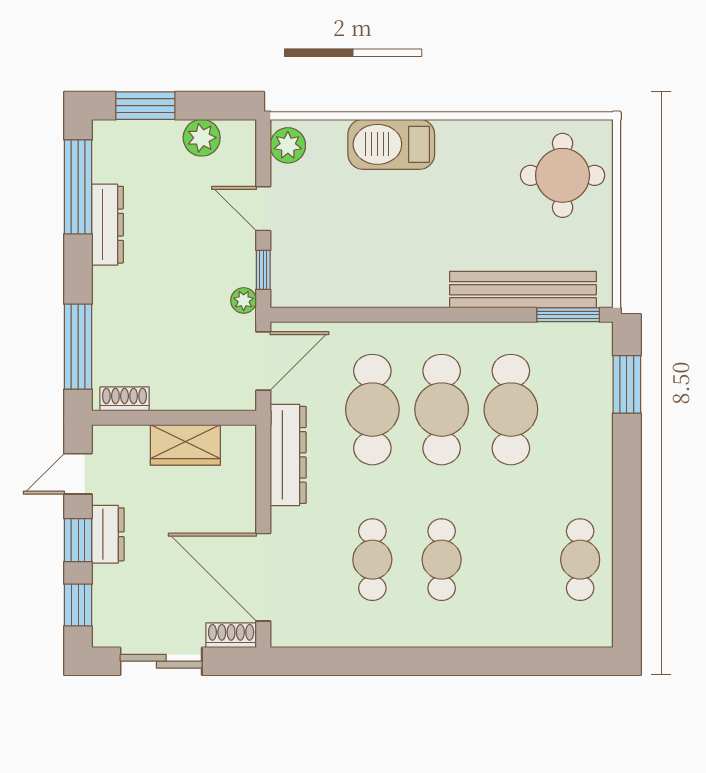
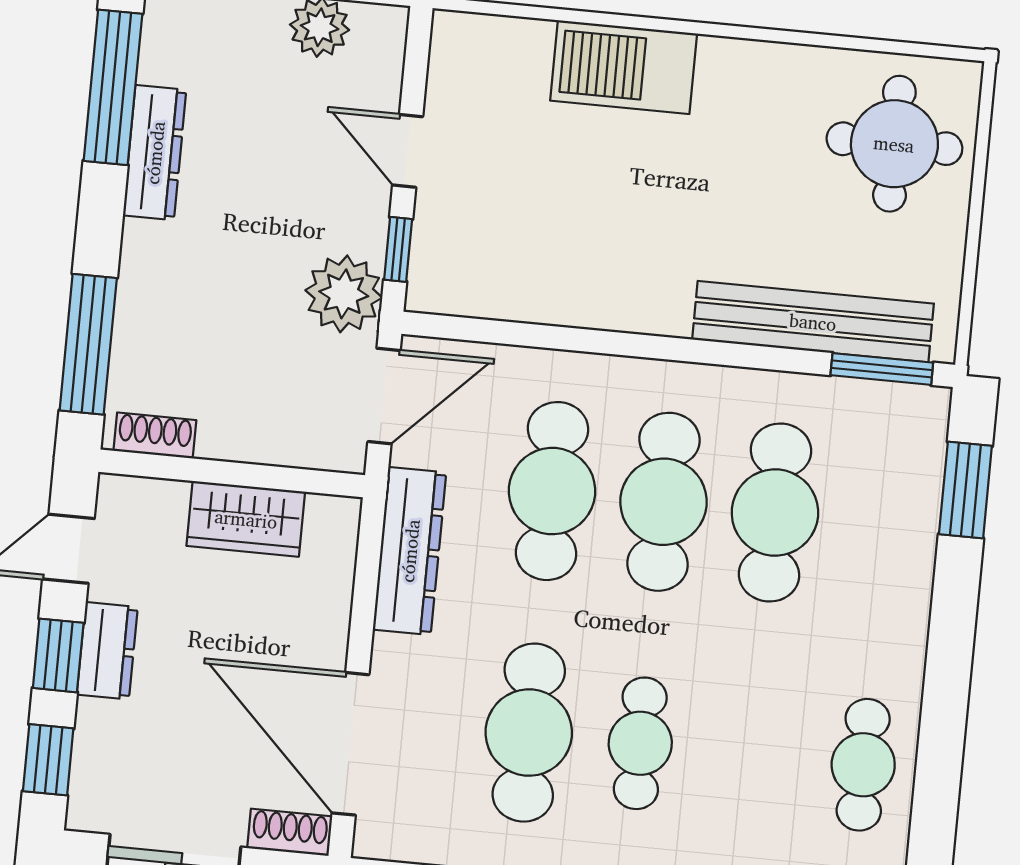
plant: (288, 145) -> (457, 53), removed
plant: (244, 300) -> (344, 294), width x1.88, depth x1.88
cafe table: (372, 560) -> (529, 733), width x1.37, depth x1.35

